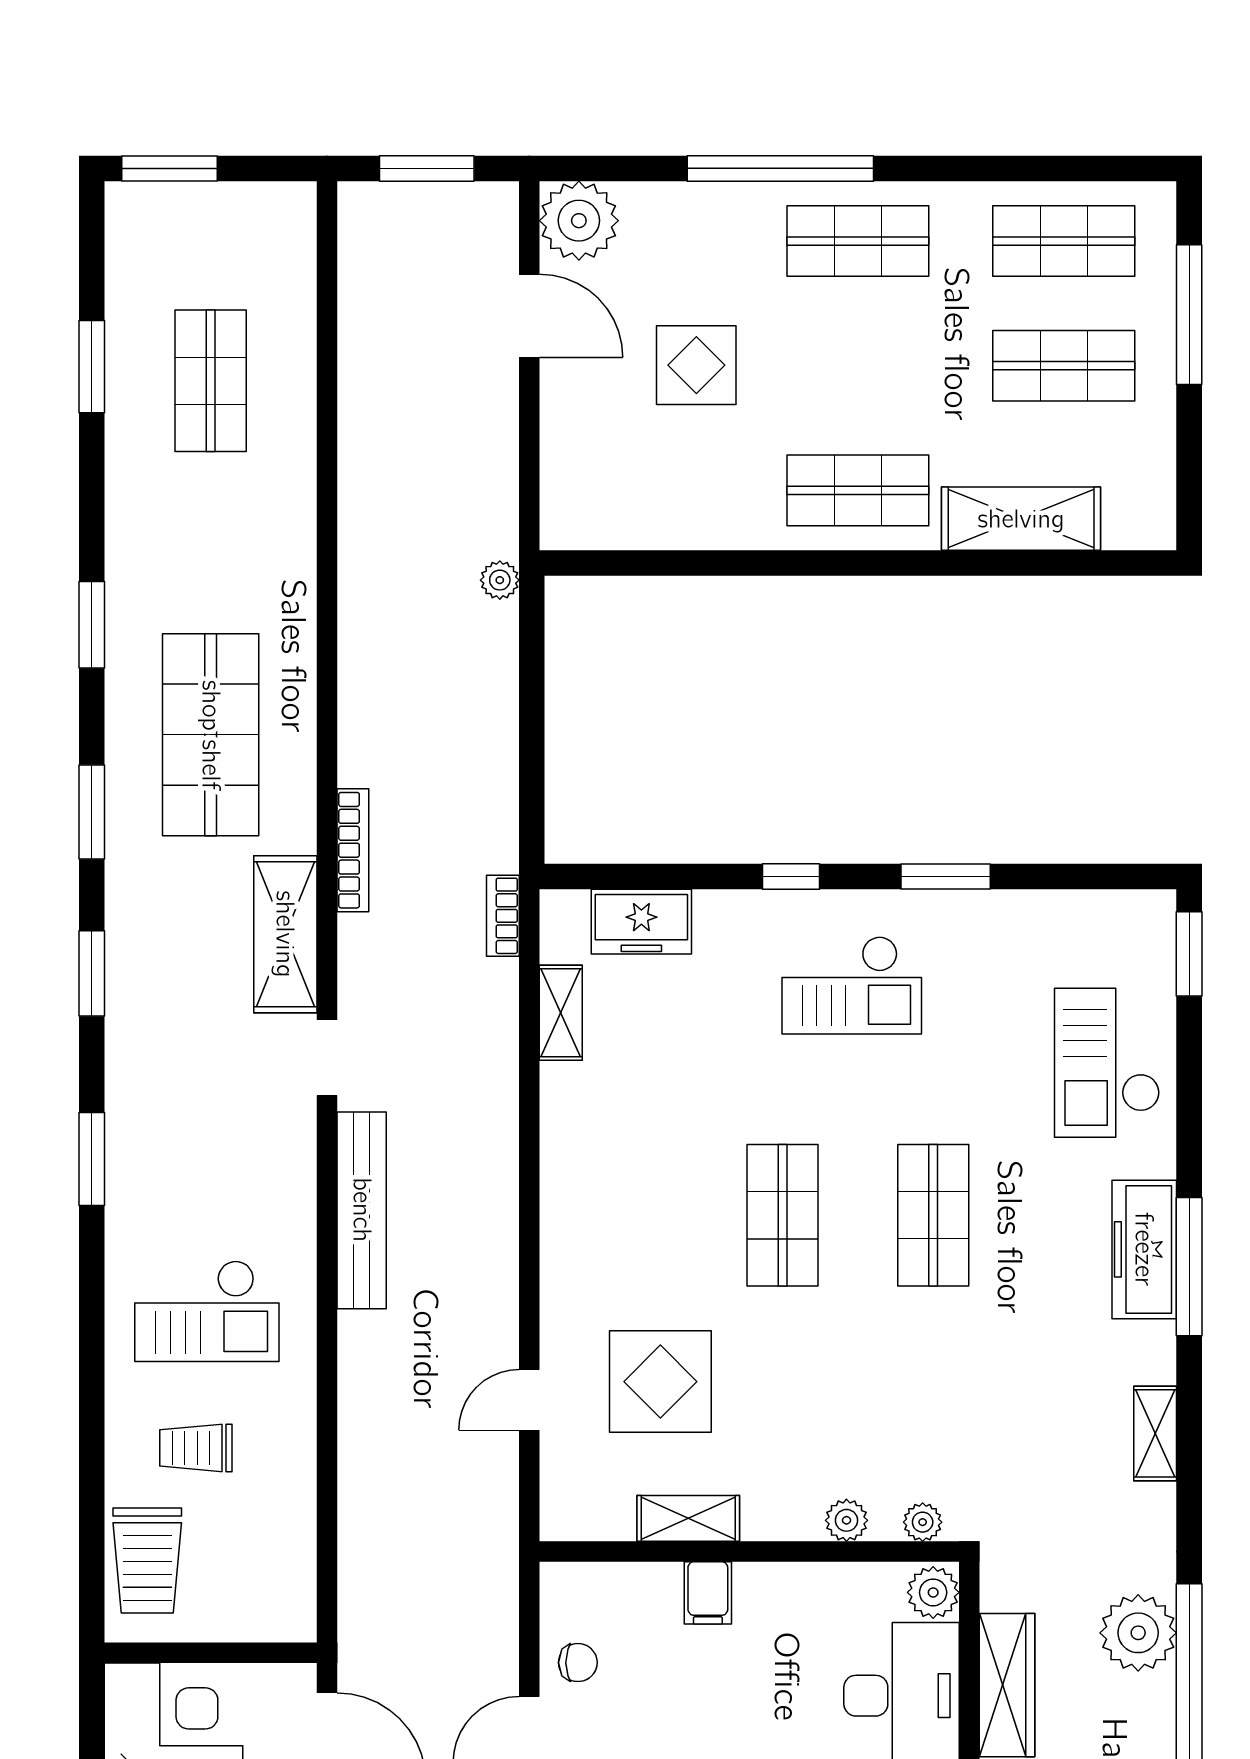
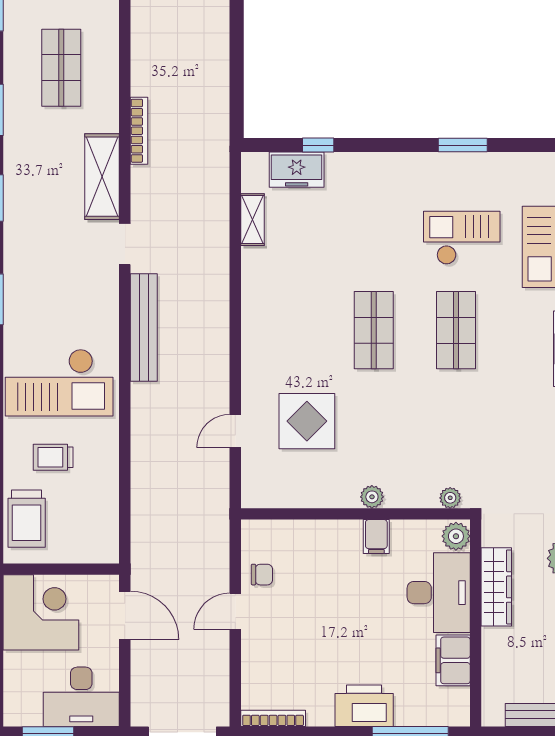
shop shelf: (211, 735) -> (61, 68), width x0.70, depth x0.74
window: (791, 876) -> (318, 145), moved
bookcase: (503, 916) -> (221, 167), removed
checkout: (852, 985) -> (462, 238), moved, turned 180
checkout: (207, 1311) -> (59, 383), width x1.36, depth x1.21
shelving: (688, 1518) -> (322, 496), removed
plant: (846, 1520) -> (372, 497), moved
filing cabinet: (708, 1593) -> (376, 536), moved

